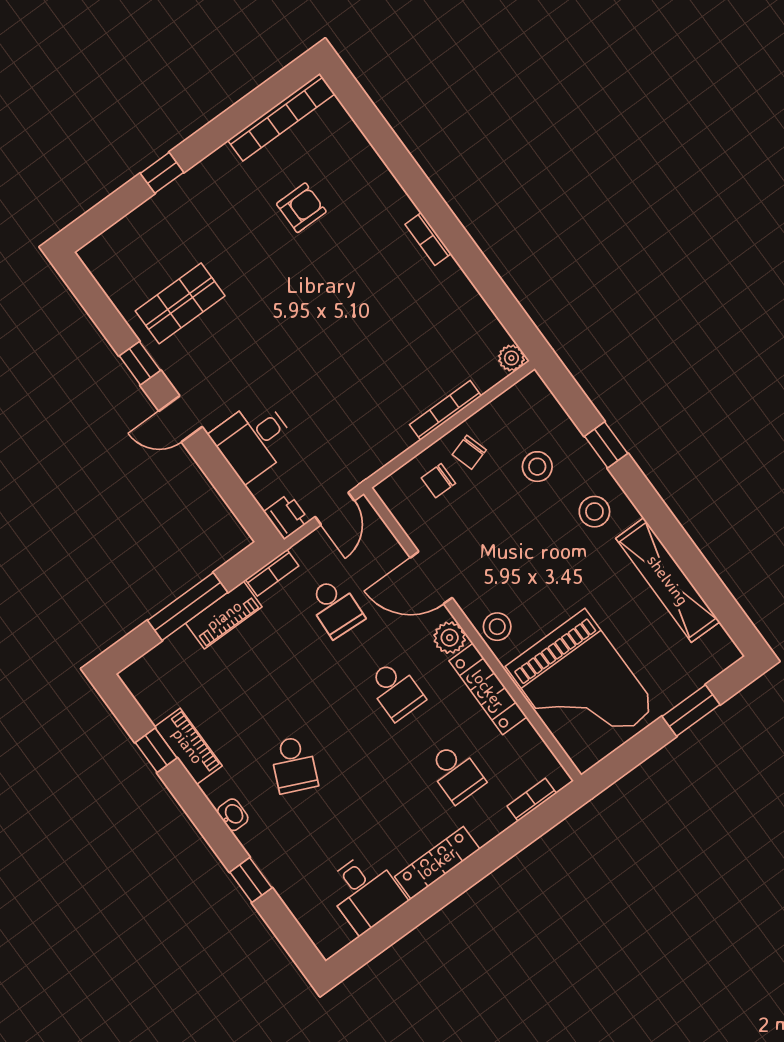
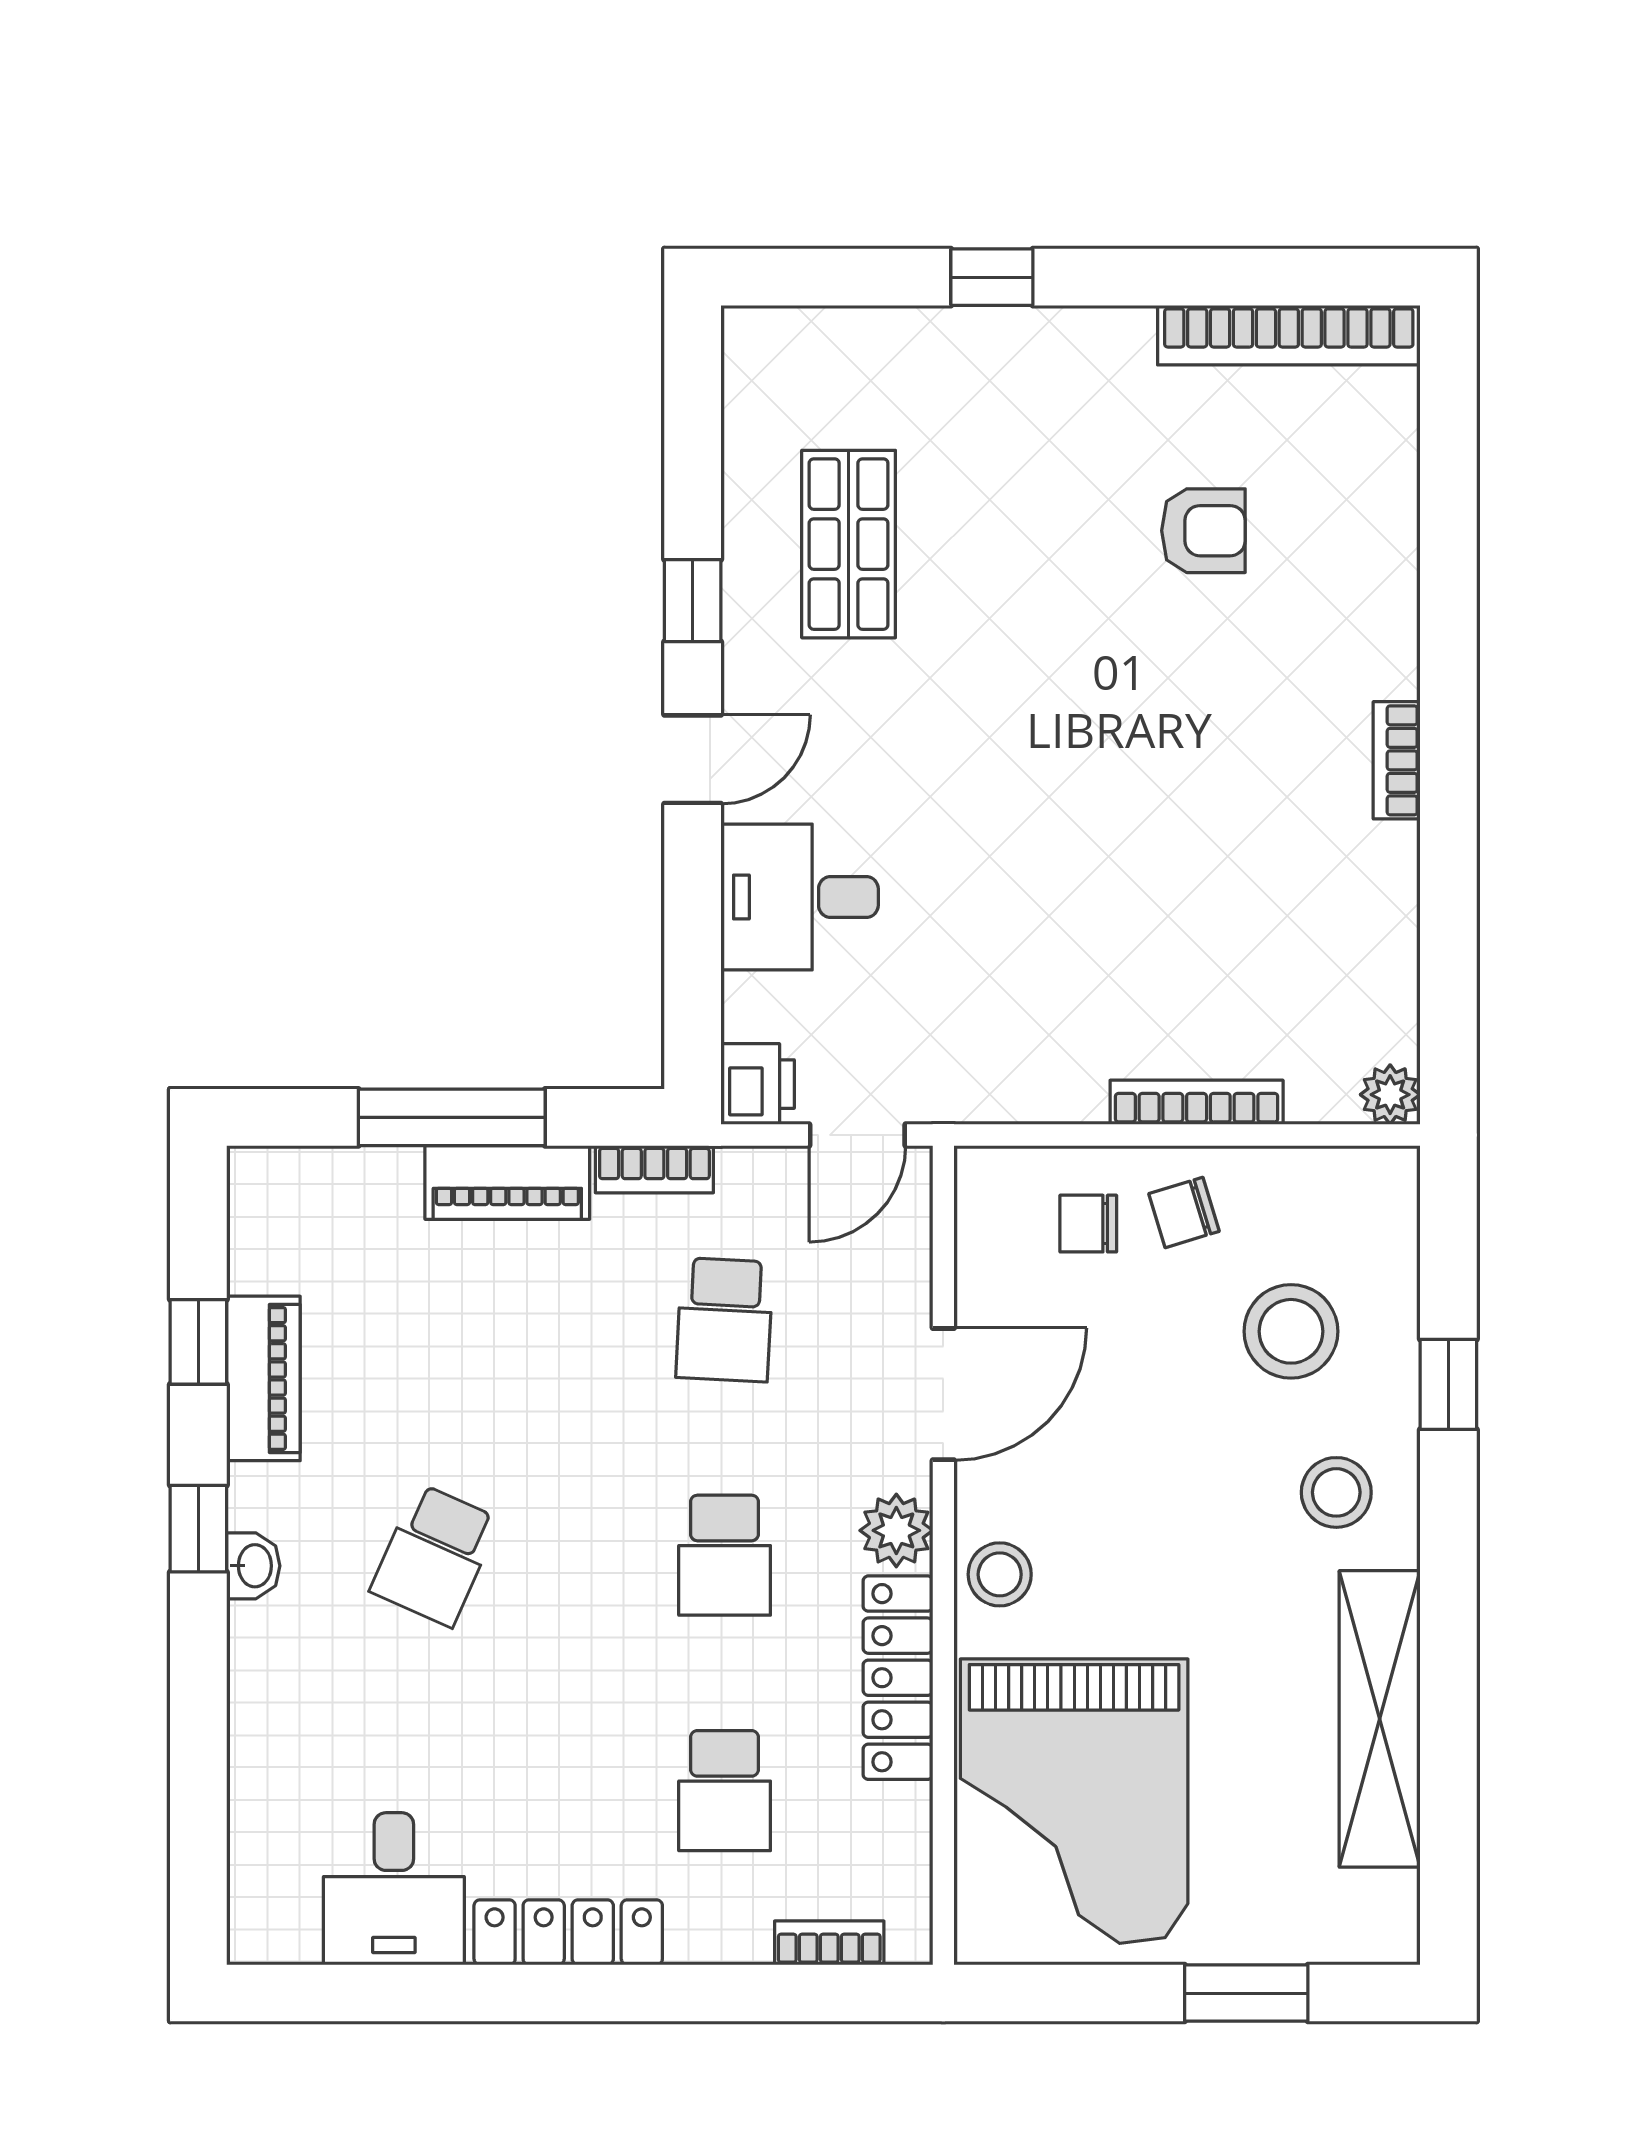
shop shelf: (180, 303) -> (849, 544), turned 90
door: (181, 419) -> (693, 759), swing flipped
stool: (537, 467) -> (1291, 1331), width x1.38, depth x1.38
door: (431, 578) -> (943, 1394), swing flipped
window: (251, 880) -> (198, 1529), moved

